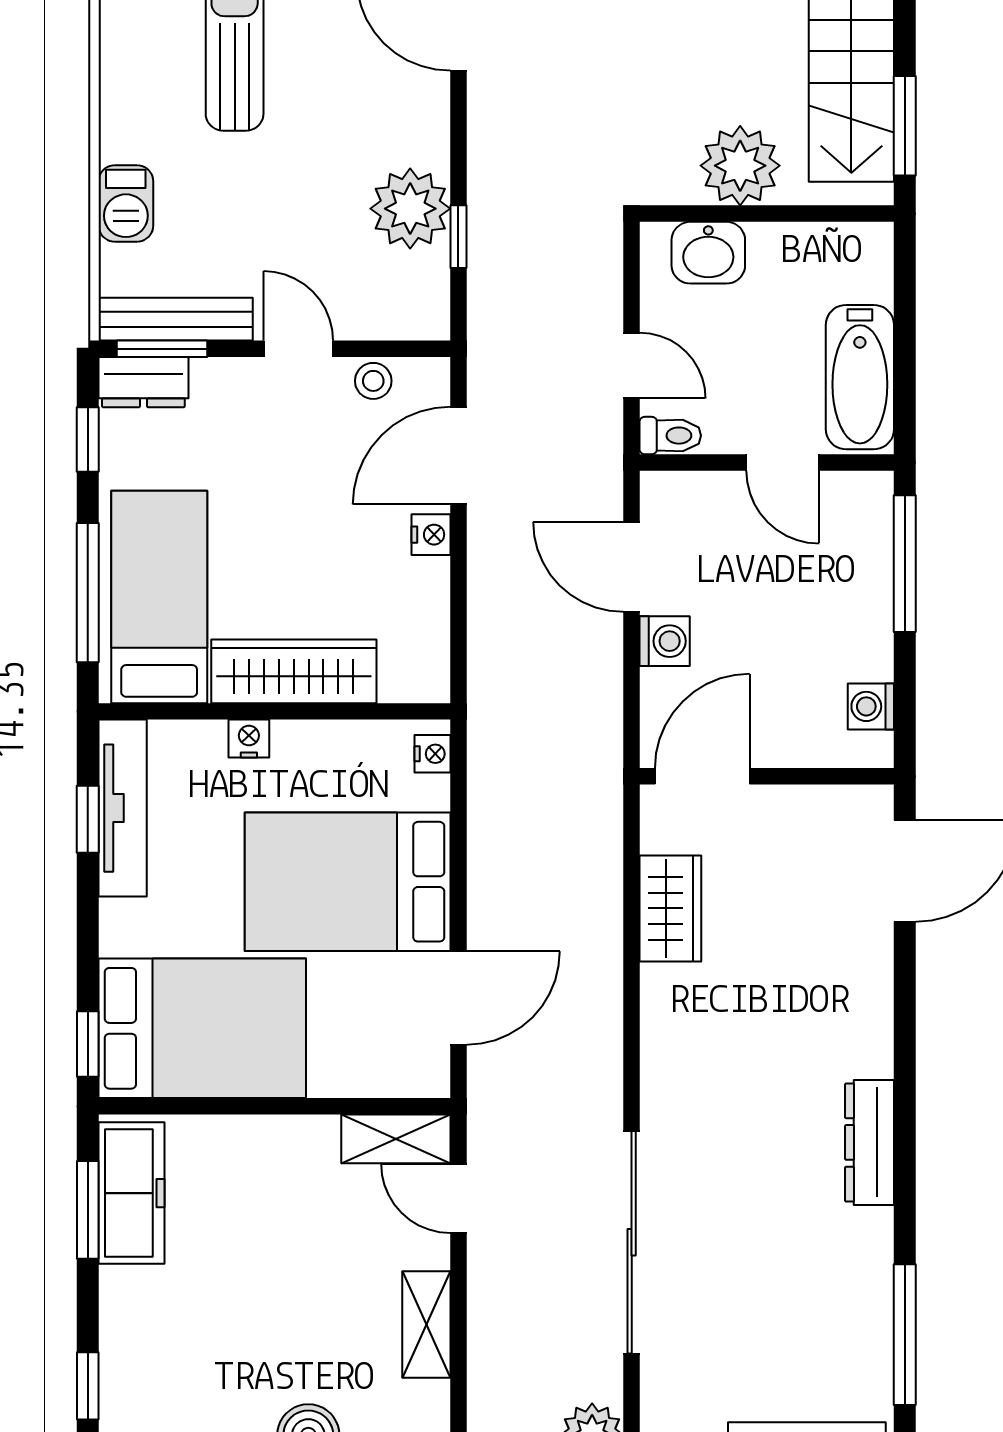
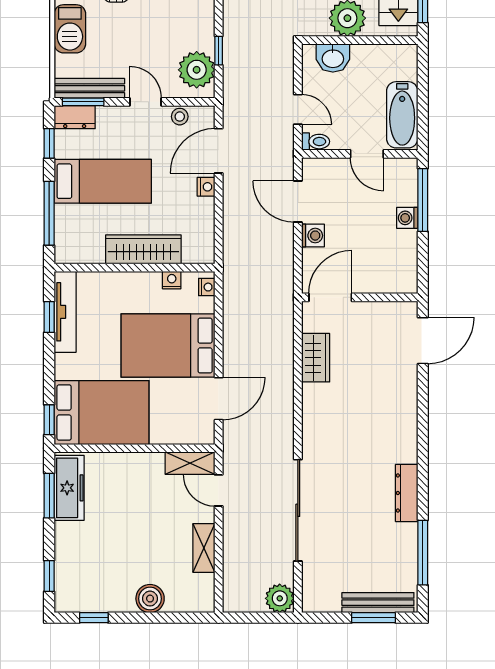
barbecue: (126, 203) -> (70, 29), width x1.38, depth x1.27
plant: (410, 209) -> (197, 70), moved
bed: (159, 597) -> (103, 181), moved, turned 90
washing machine: (871, 706) -> (407, 218), moved
nightstand: (249, 739) -> (172, 280), moved
dresser: (870, 1142) -> (407, 493), moved

